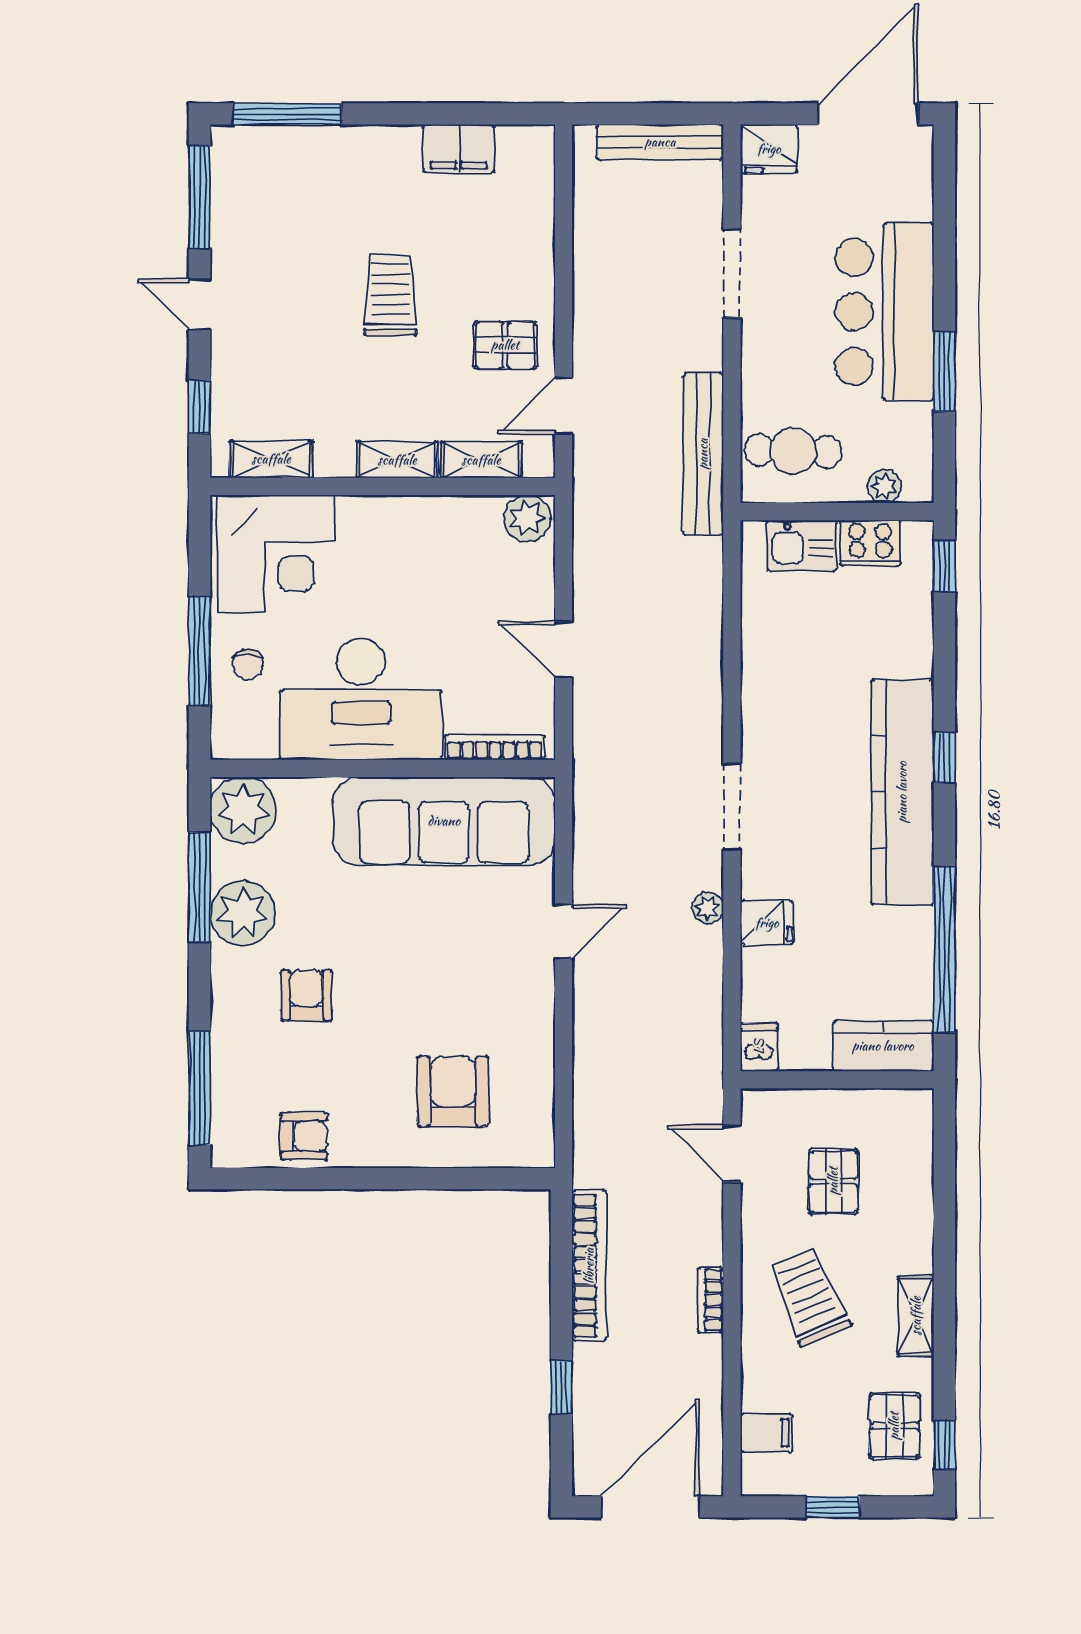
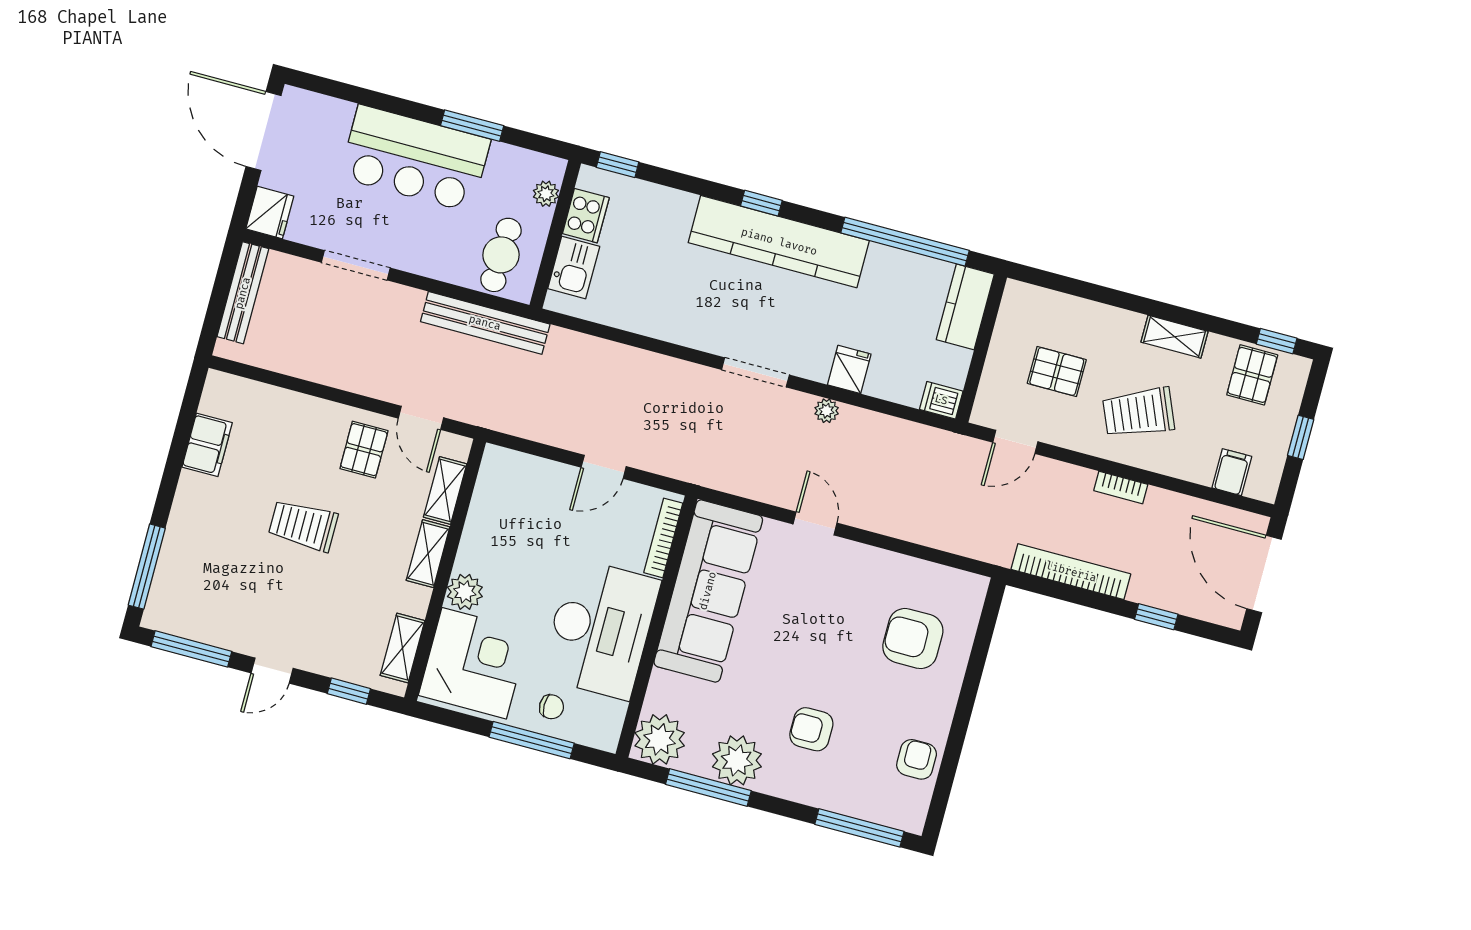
plant: (527, 518) -> (465, 592), moved
pallet: (894, 1426) -> (1252, 375), turned 90

